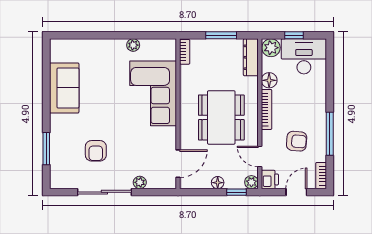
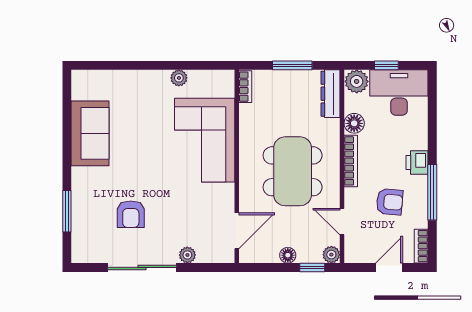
printer: (270, 179) -> (417, 162), moved, turned 180

